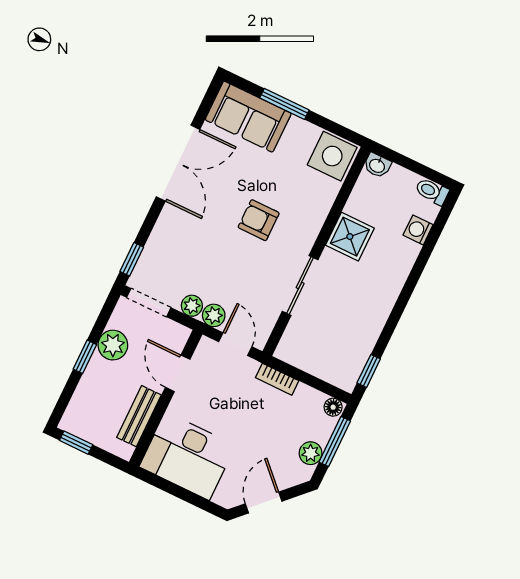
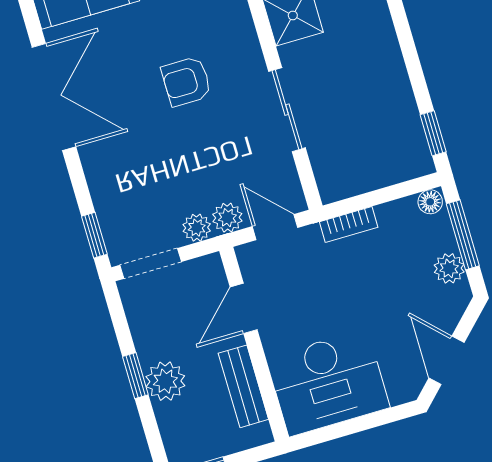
plant: (113, 345) -> (165, 381), moved
door: (178, 373) -> (244, 308), hinge flipped

